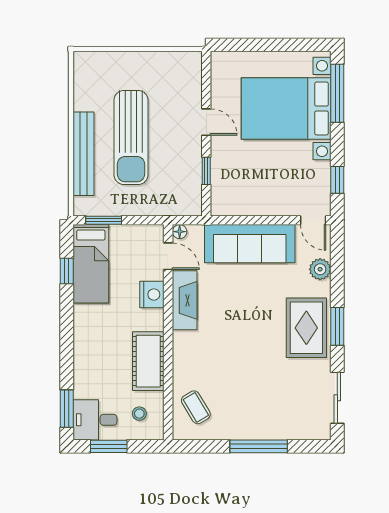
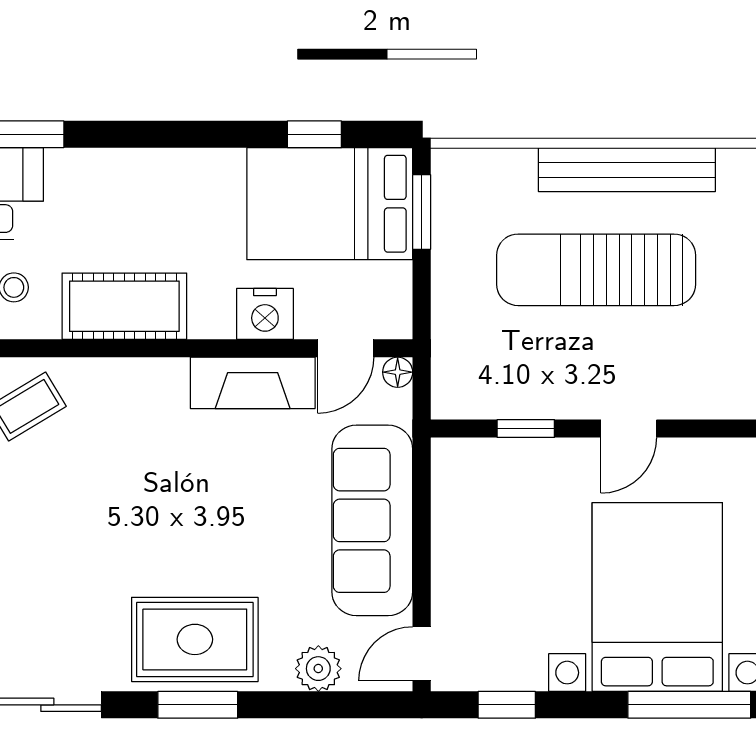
bench: (84, 154) -> (627, 170), moved
bed: (91, 264) -> (330, 204), width x1.50

